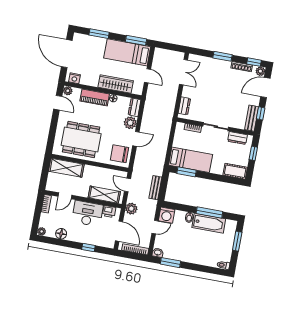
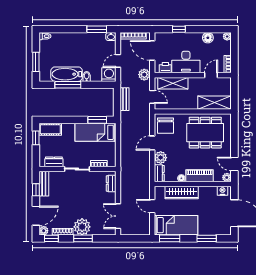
plant: (221, 68) -> (82, 227), added
window: (253, 153) -> (36, 138), moved
chair: (119, 154) -> (166, 126), turned 90

